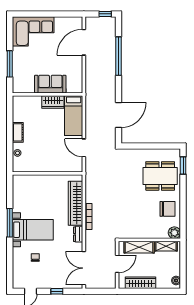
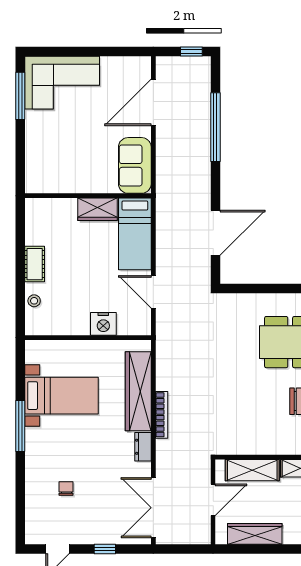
window: (10, 64) -> (20, 96), moved
sofa: (50, 84) -> (135, 165), moved, turned -90
nightstand: (56, 166) -> (103, 324), added
bed with nightstands: (33, 230) -> (61, 396), moved

